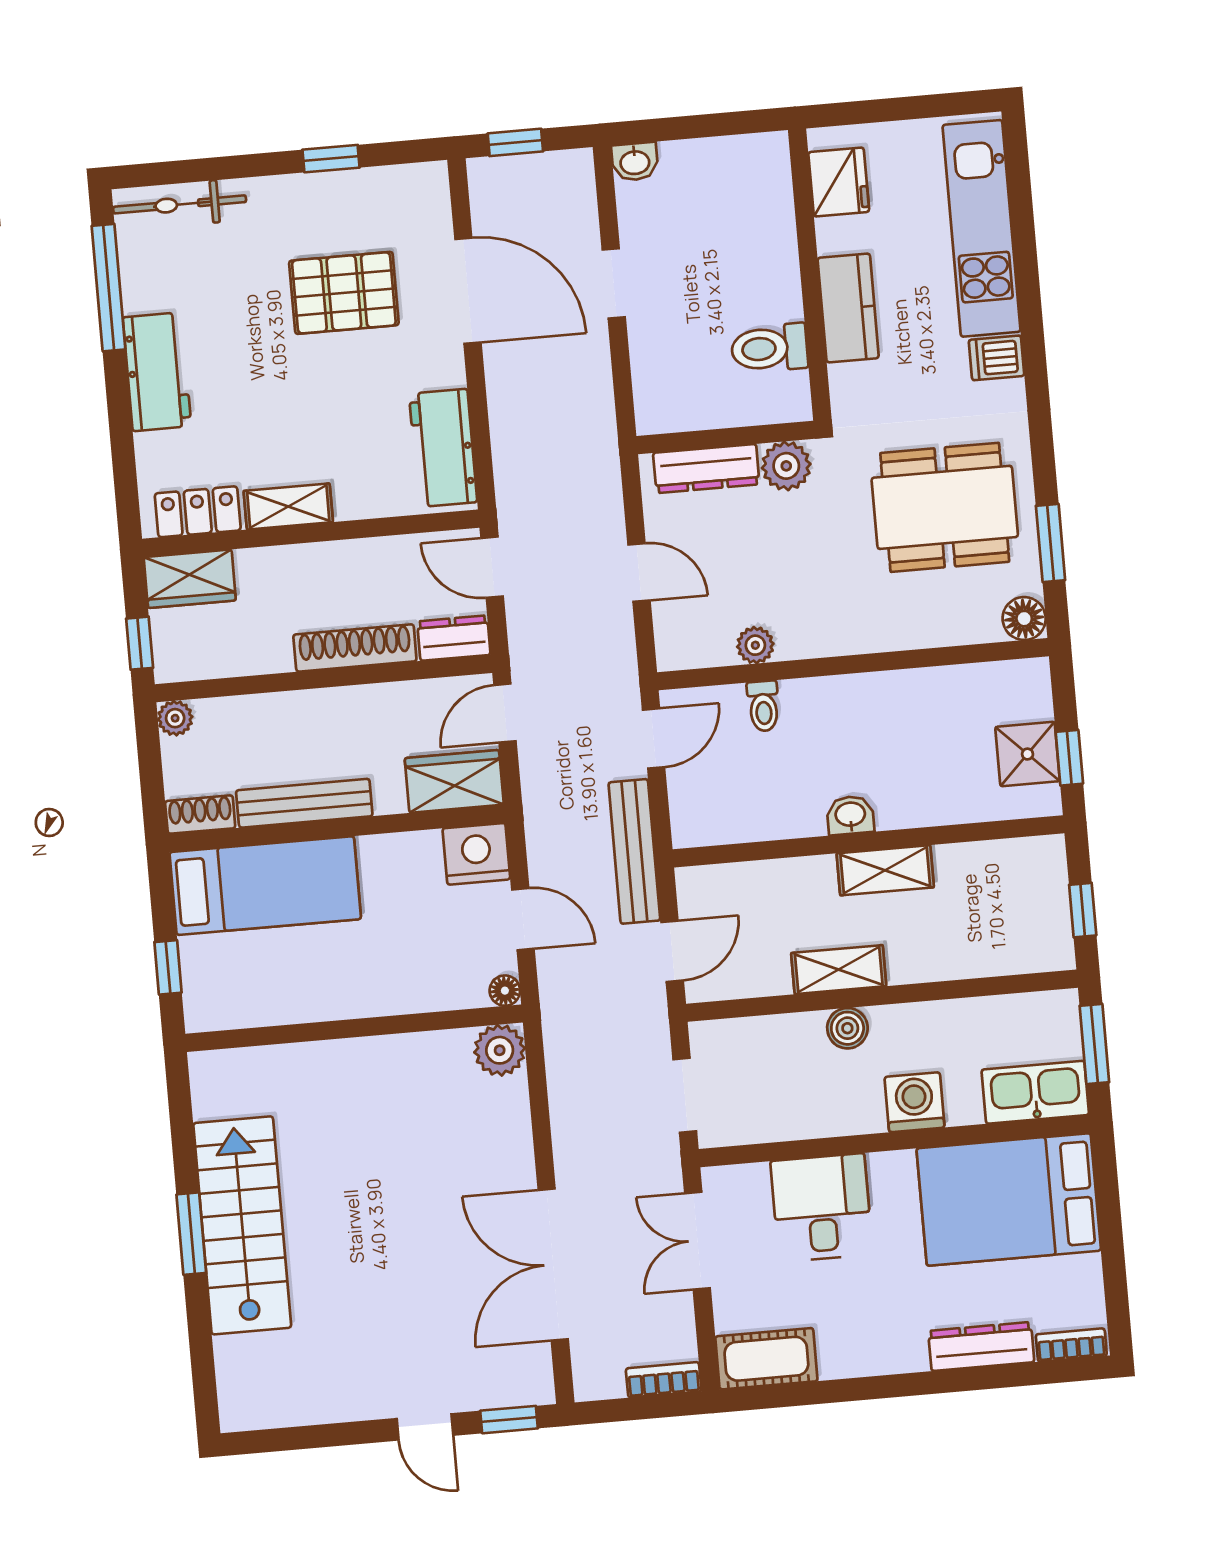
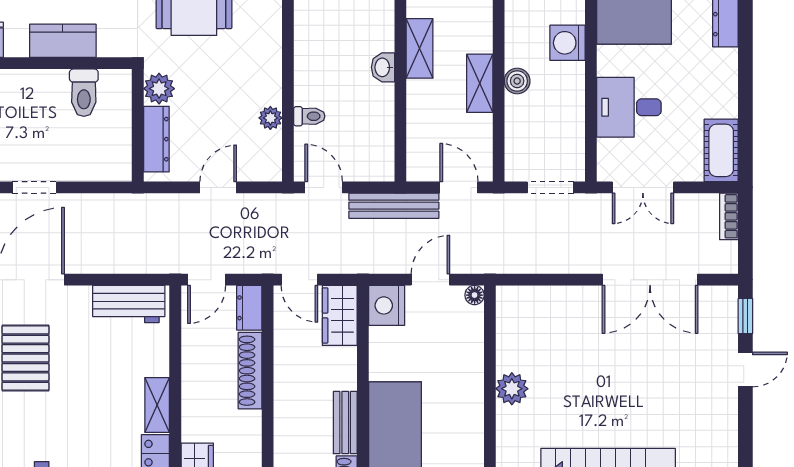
bench: (304, 803) -> (345, 423), width x0.73
plant: (500, 1050) -> (512, 389), moved

